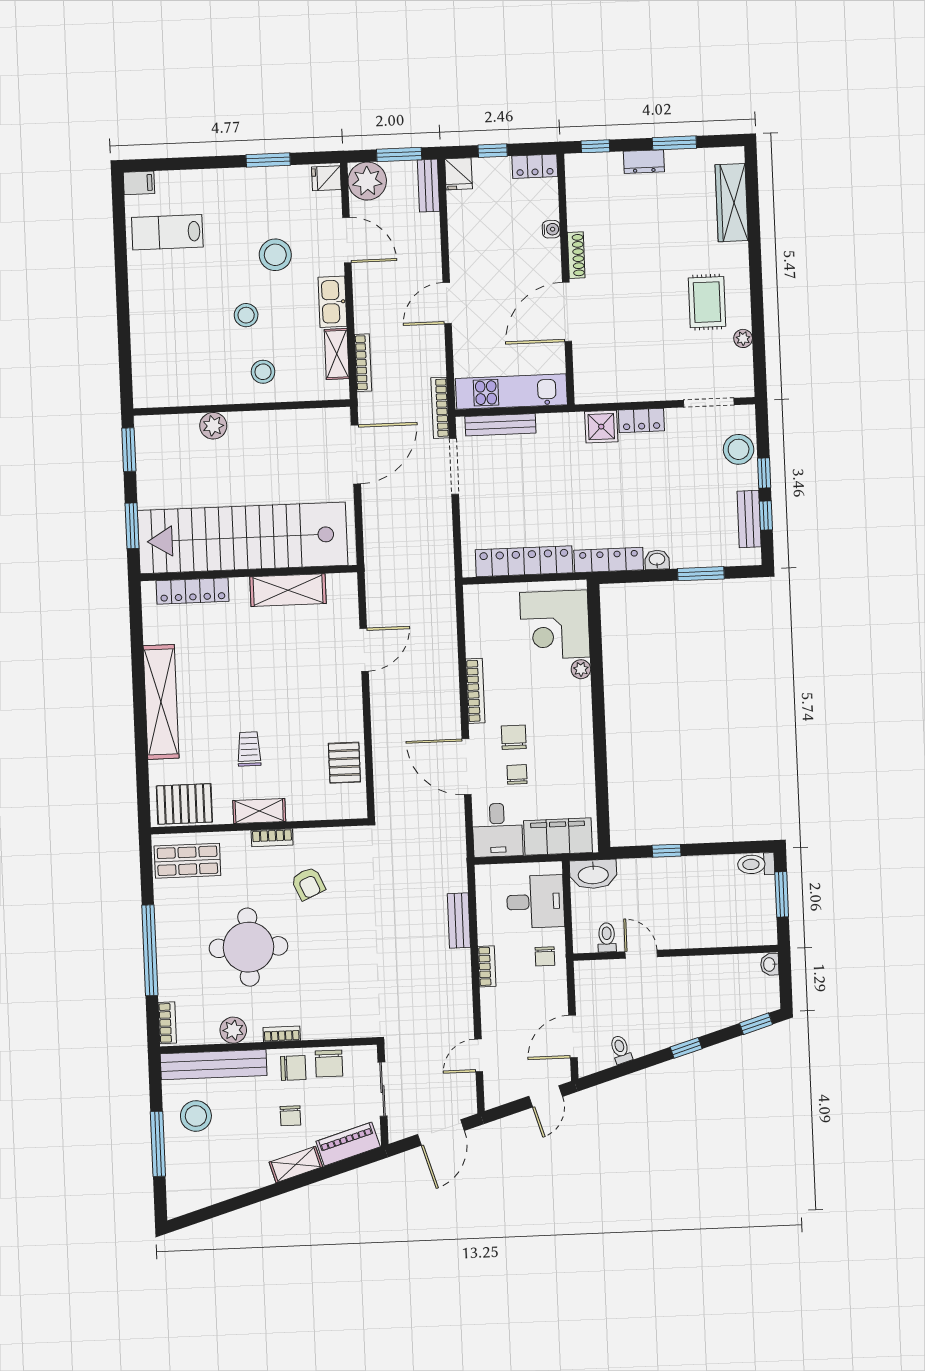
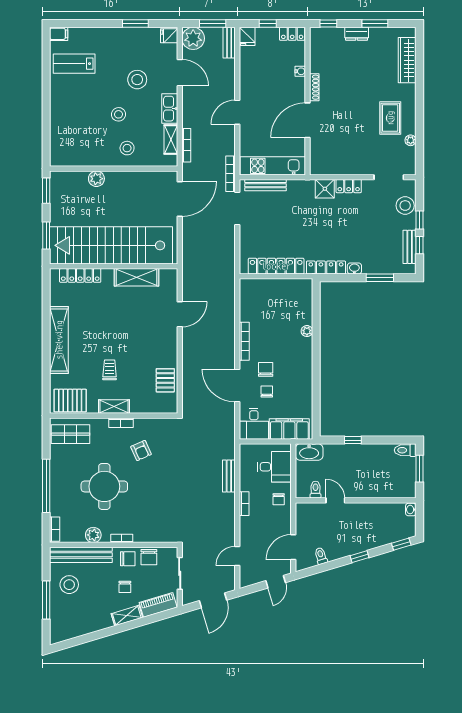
corner desk: (555, 625) -> (293, 304), removed

